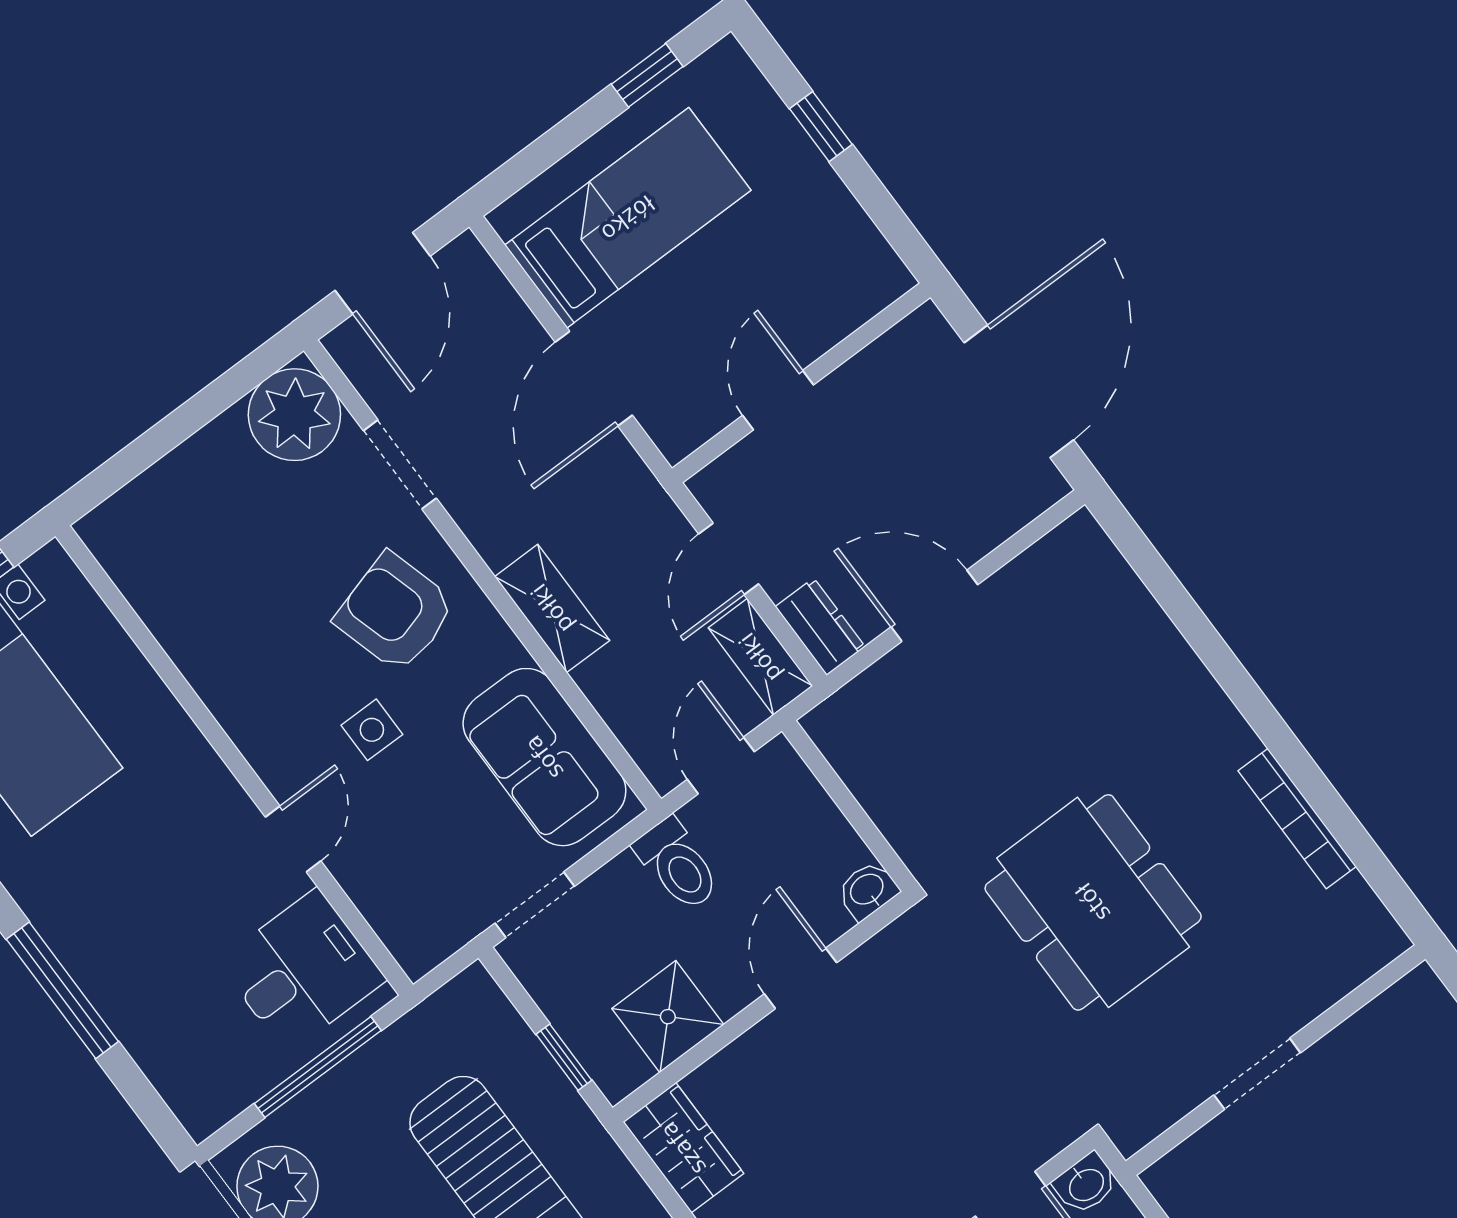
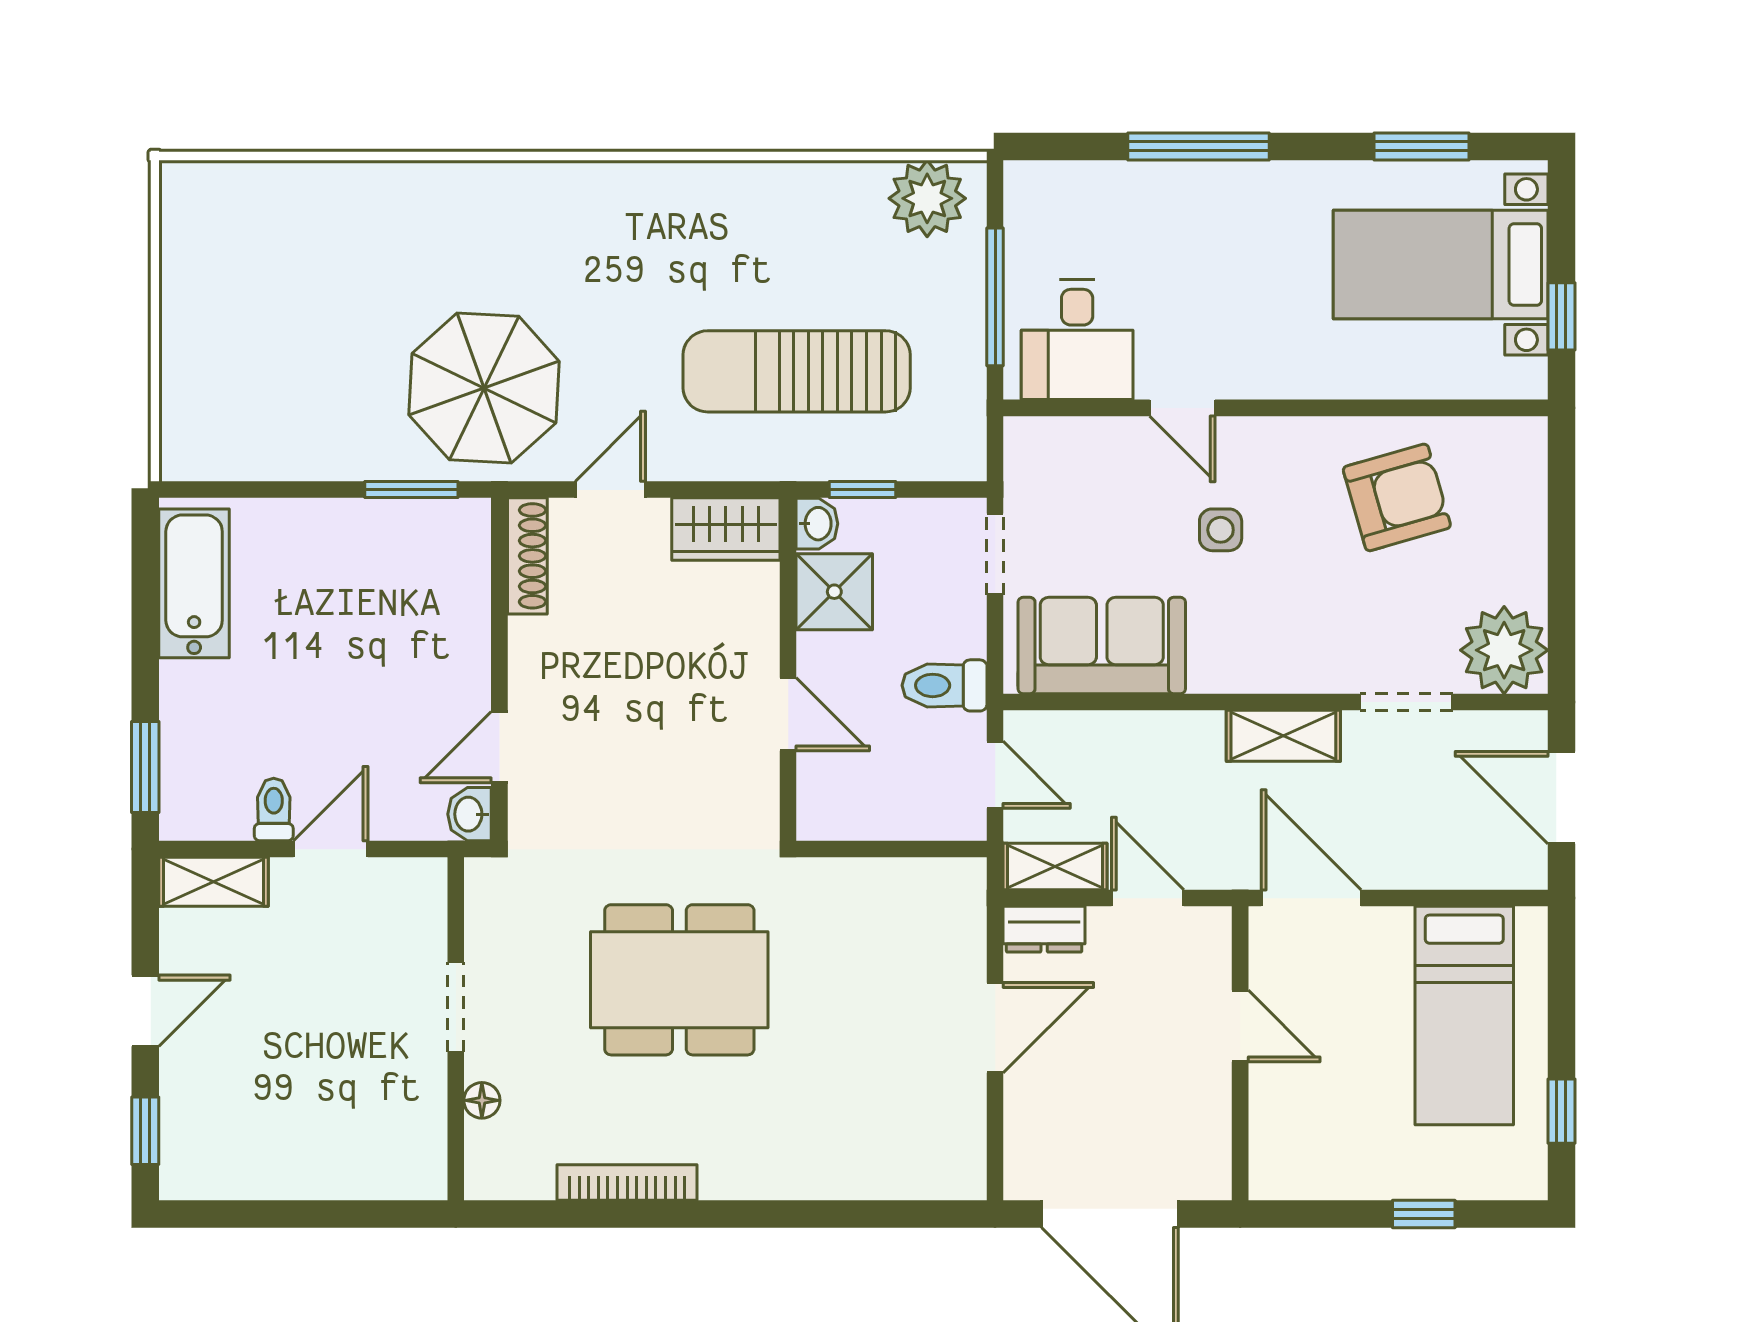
door: (594, 379) -> (1311, 898), moved
shelving: (552, 608) -> (1283, 736), moved
armchair: (395, 613) -> (1397, 497), moved
washbasin: (867, 890) -> (817, 524), moved
floor lamp: (1319, 993) -> (482, 1100), added

